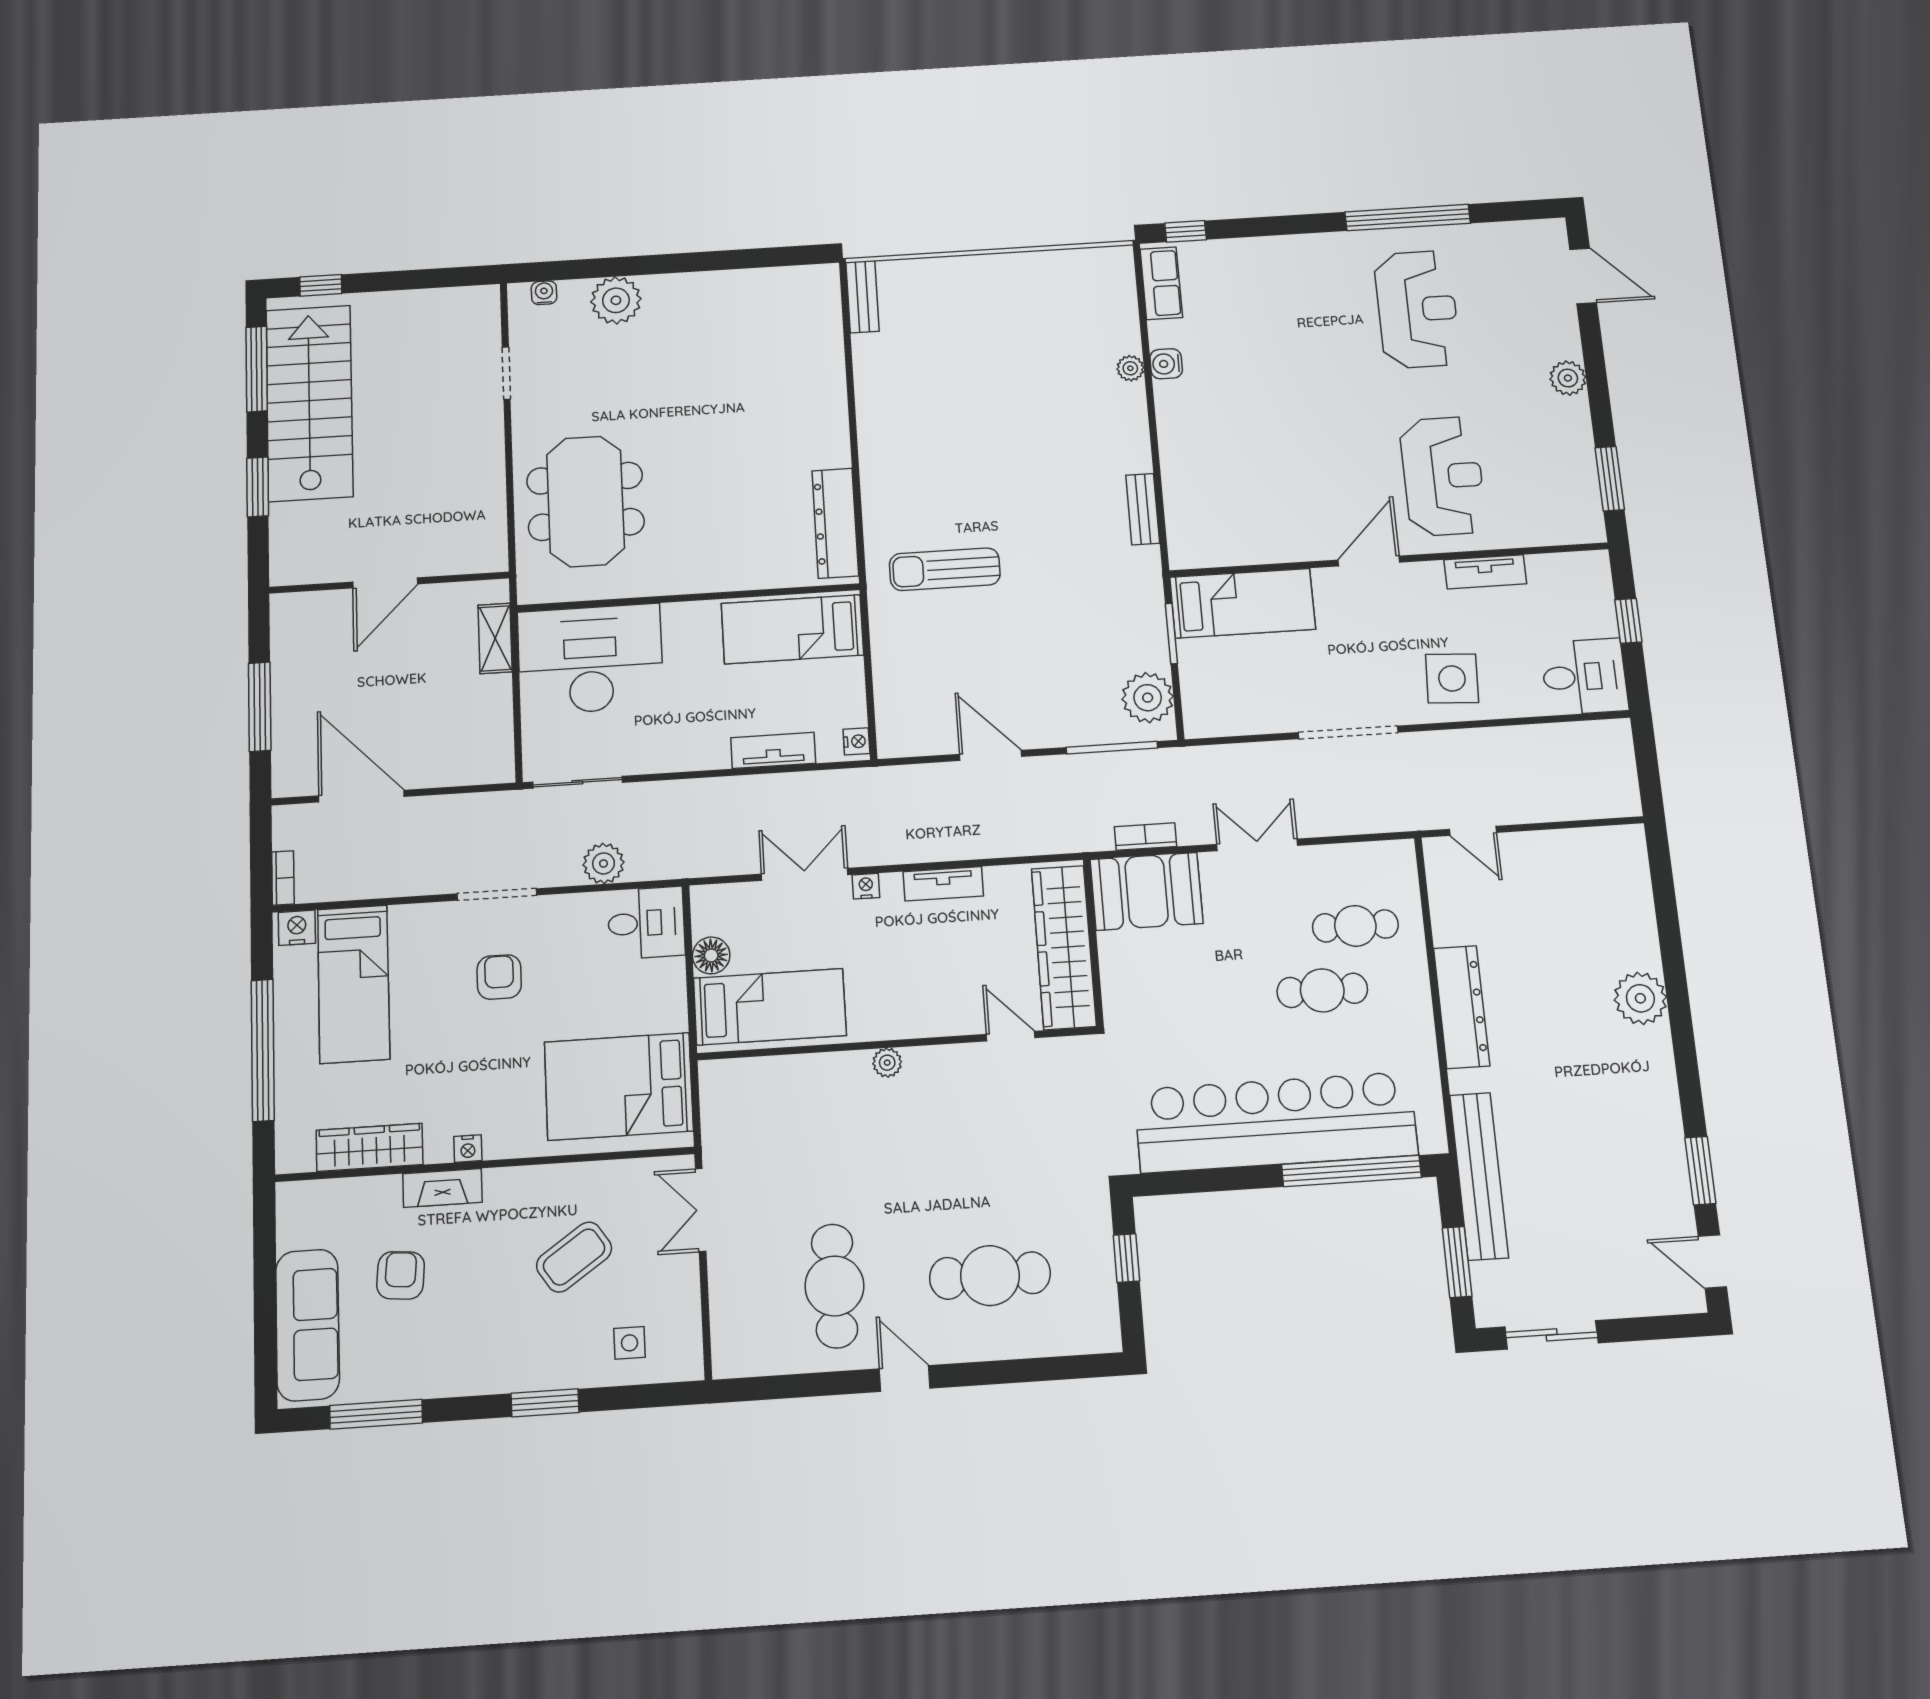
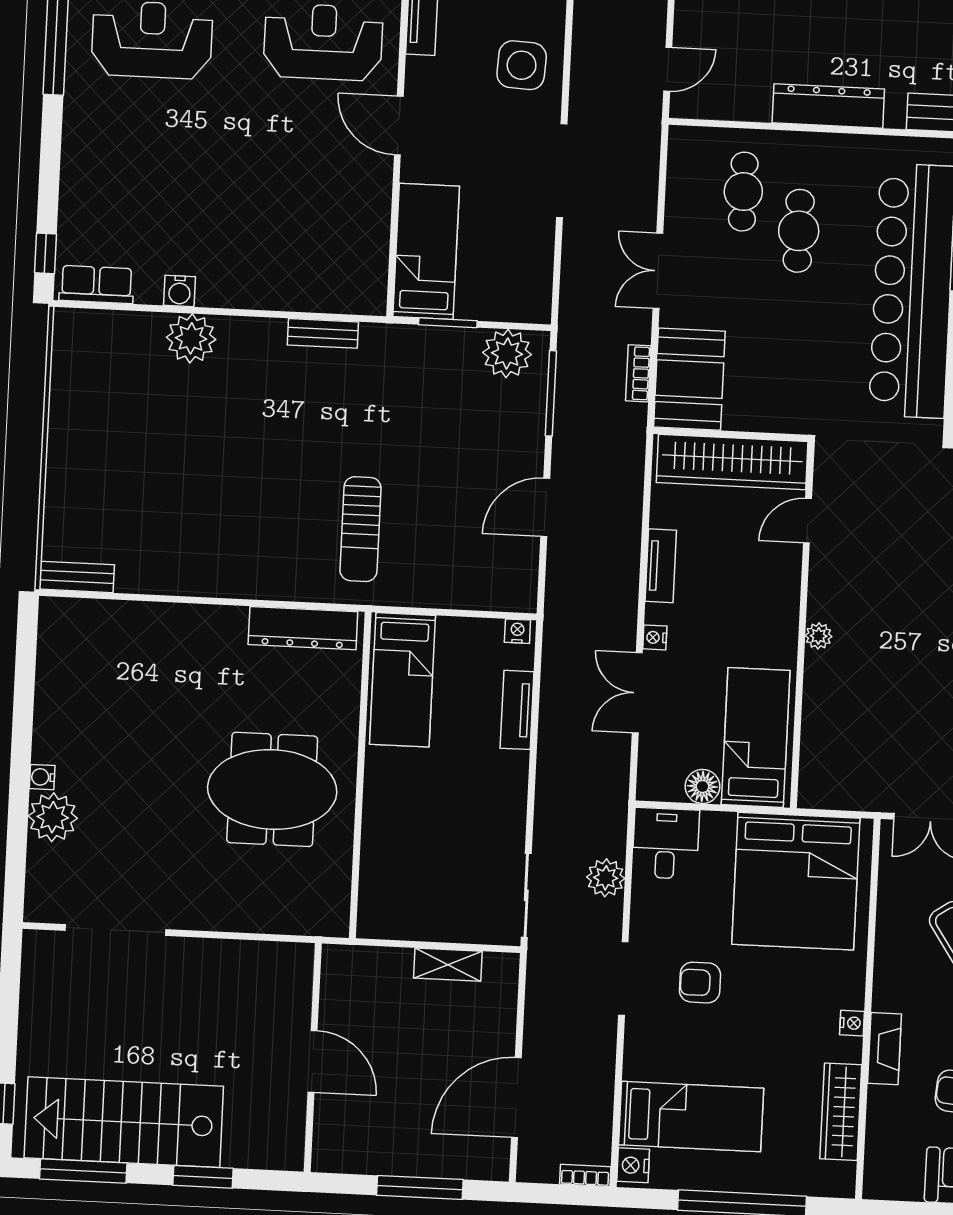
water cooler: (544, 293) -> (42, 777), moved
plant: (1130, 368) -> (191, 338), width x1.87, depth x1.87
doorway: (506, 373) -> (115, 930), width x1.87
meeting table: (585, 501) -> (272, 789), moved
shelving: (495, 638) -> (448, 965), moved
desk: (590, 659) -> (410, 873), removed
bed: (619, 1086) -> (796, 881), width x1.36

